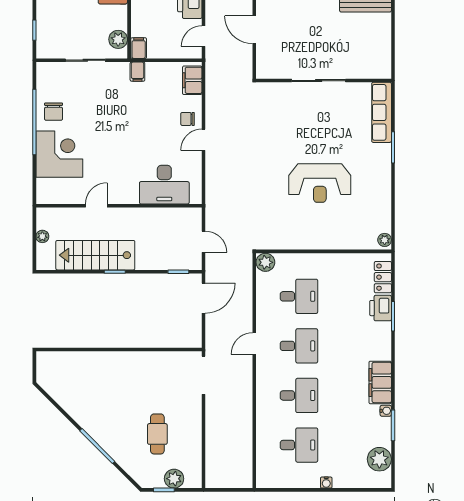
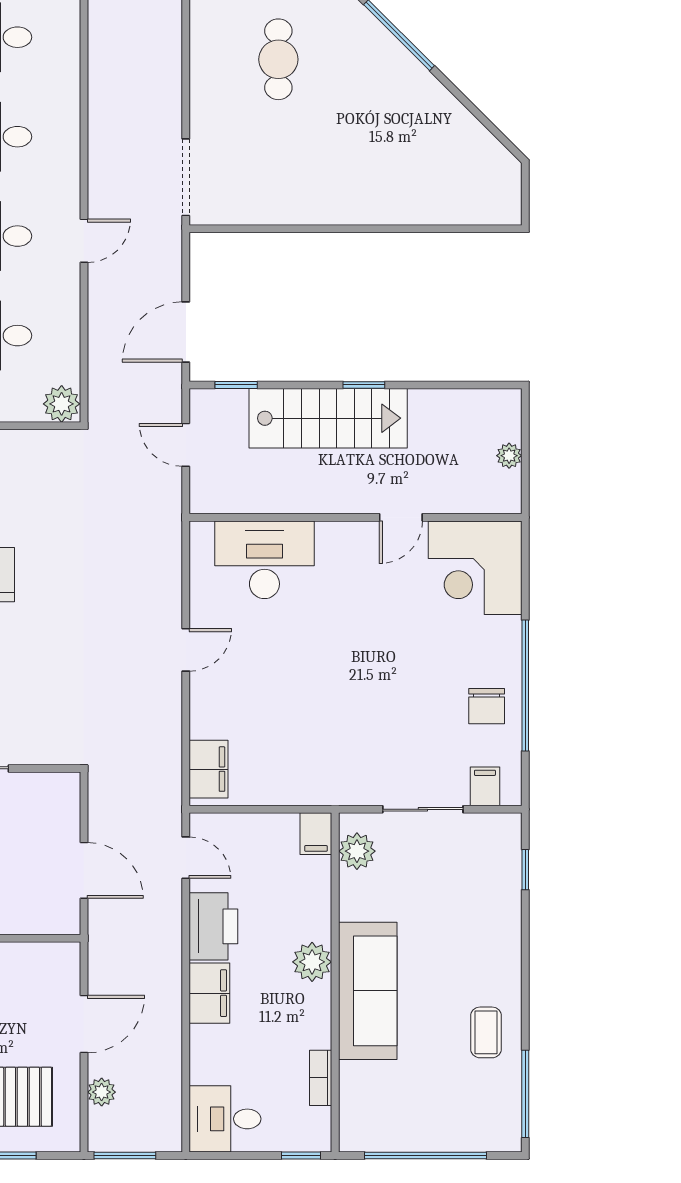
door: (204, 36) -> (186, 858), hinge flipped
filing cabinet: (137, 72) -> (485, 786), moved
chair: (54, 112) -> (487, 706), turned 180
chair: (188, 119) -> (218, 691), removed
corner desk: (59, 154) -> (475, 568), moved
stairs: (95, 255) -> (328, 418), moved

